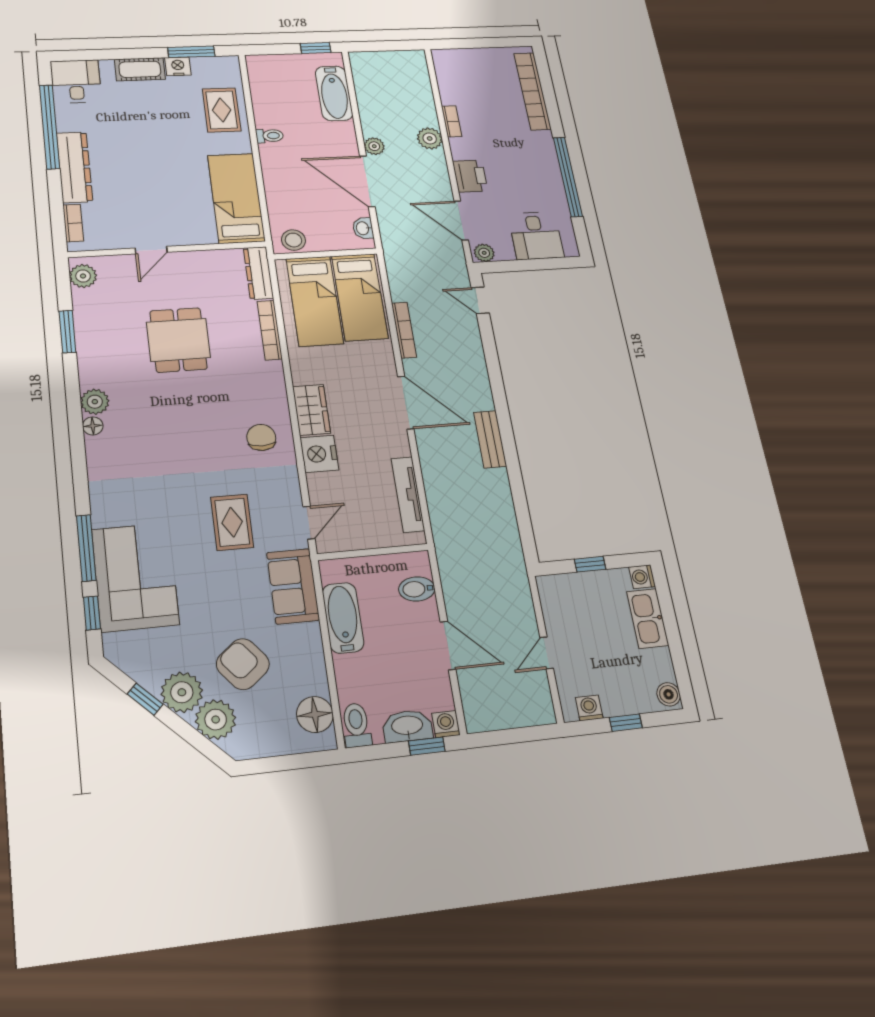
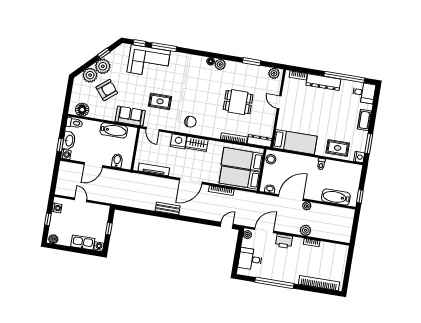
nightstand: (178, 66) -> (359, 157), moved

